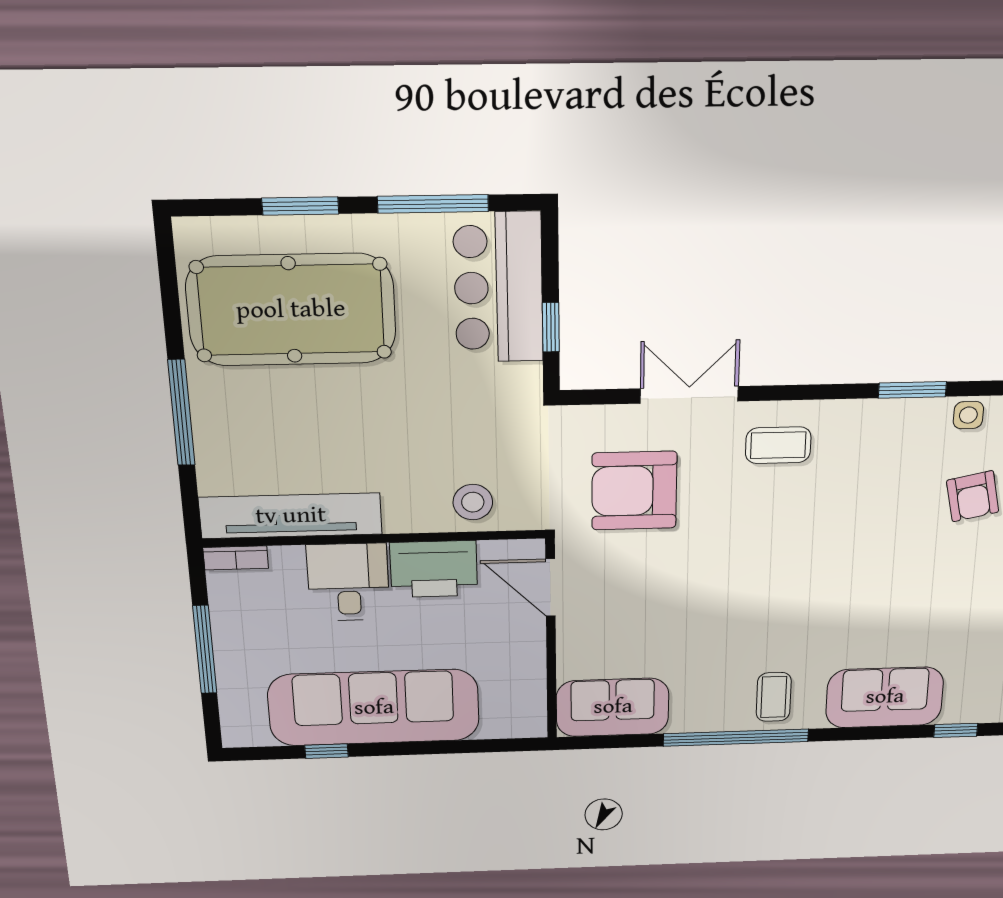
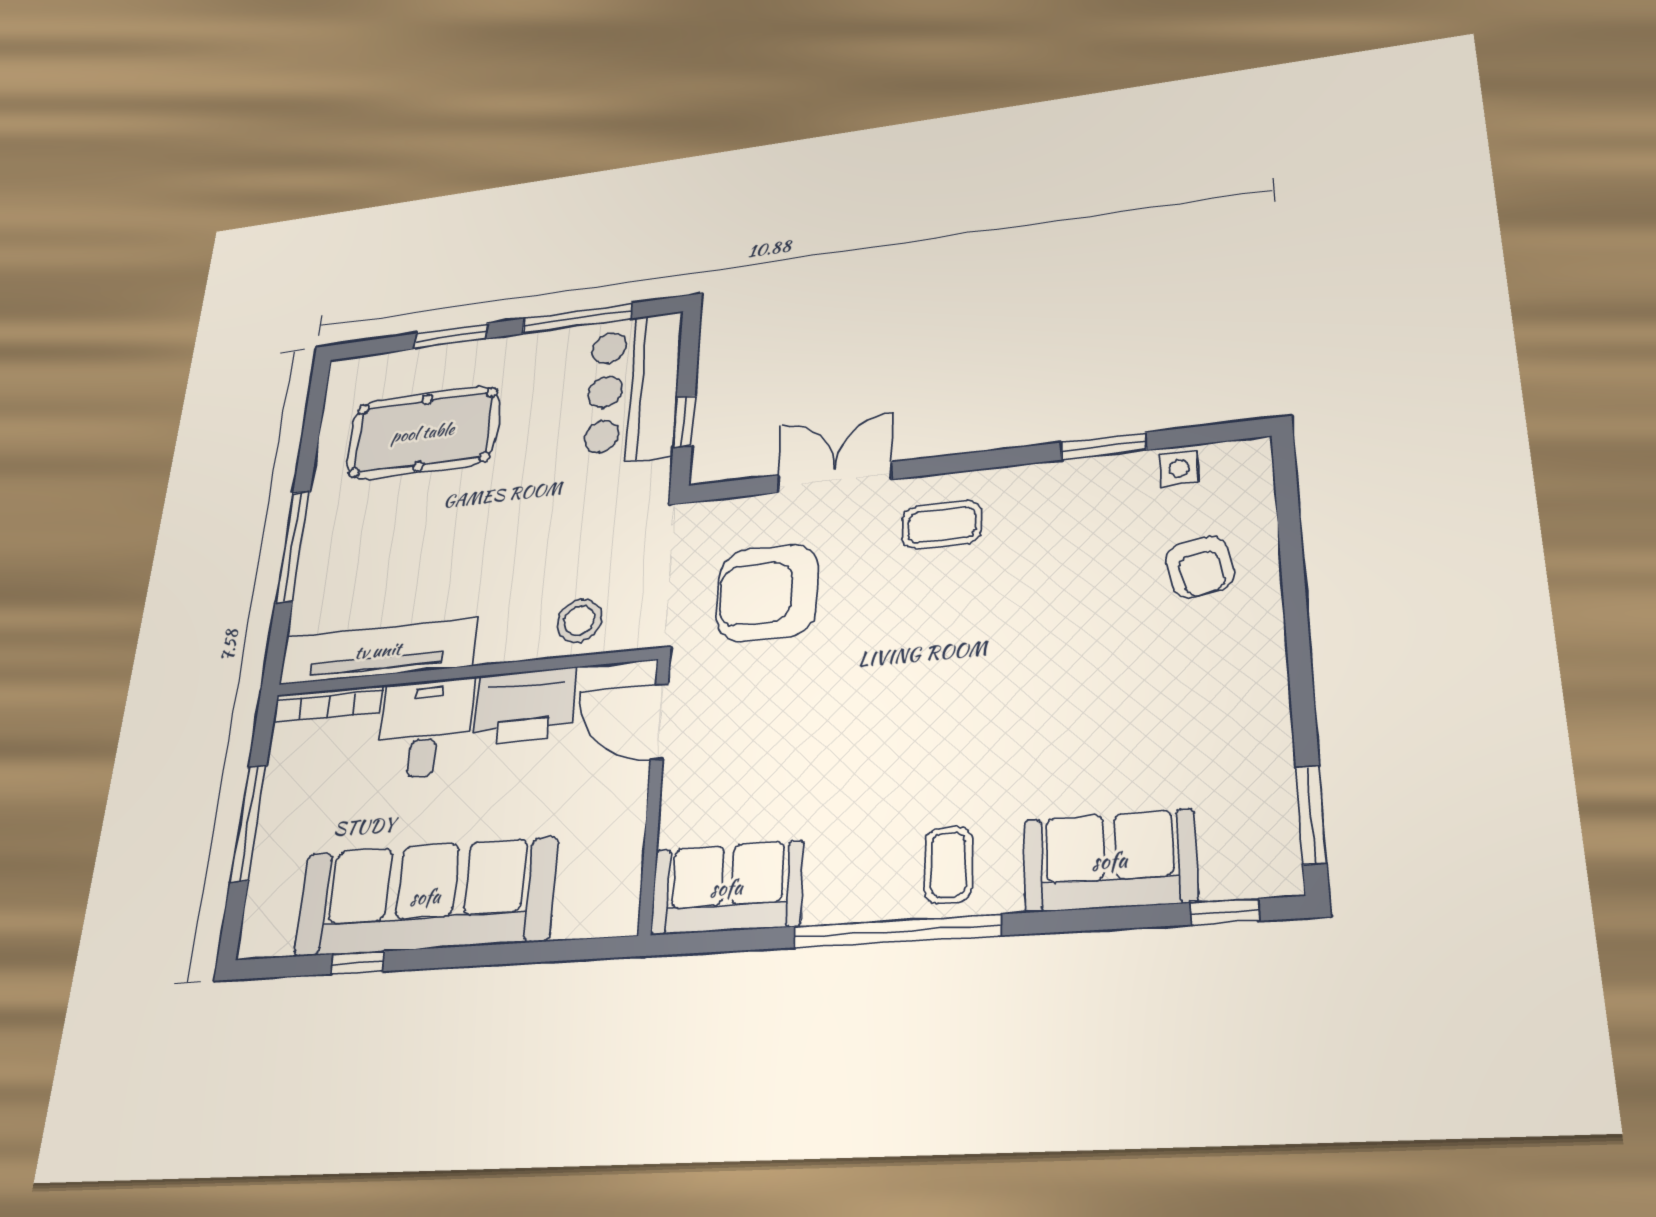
pool table: (291, 310) -> (423, 433), width x0.73, depth x0.76
bookcase: (236, 558) -> (328, 704), width x1.56

